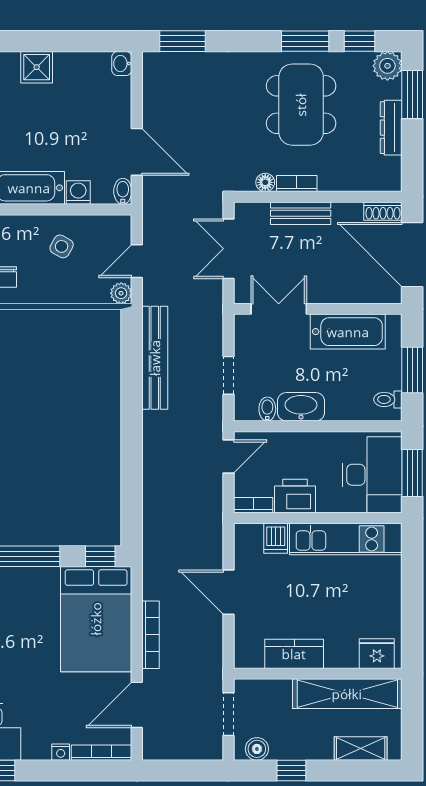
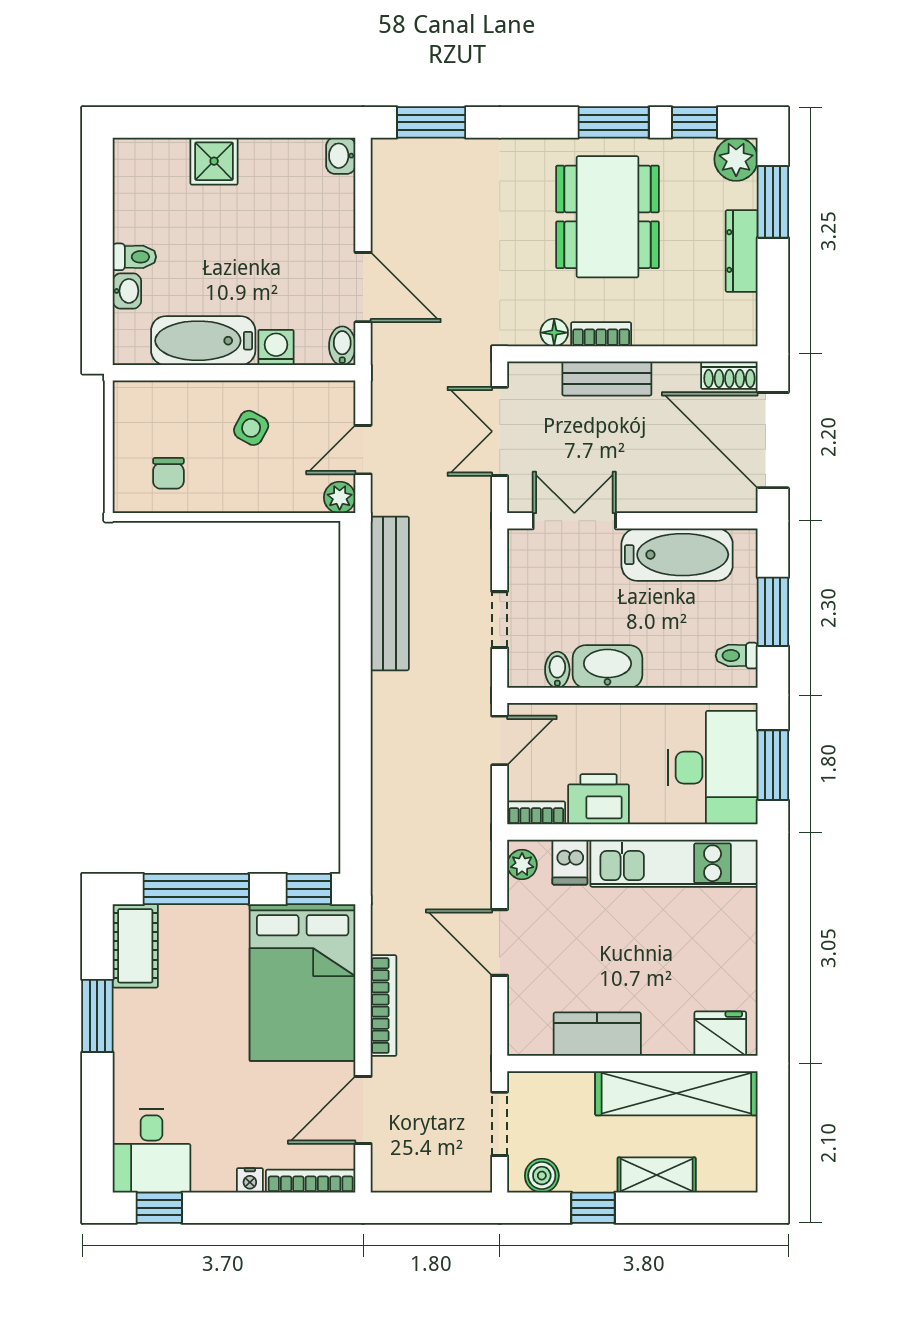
plant: (244, 540) -> (522, 864), added
shelving: (361, 749) -> (657, 1175), moved

